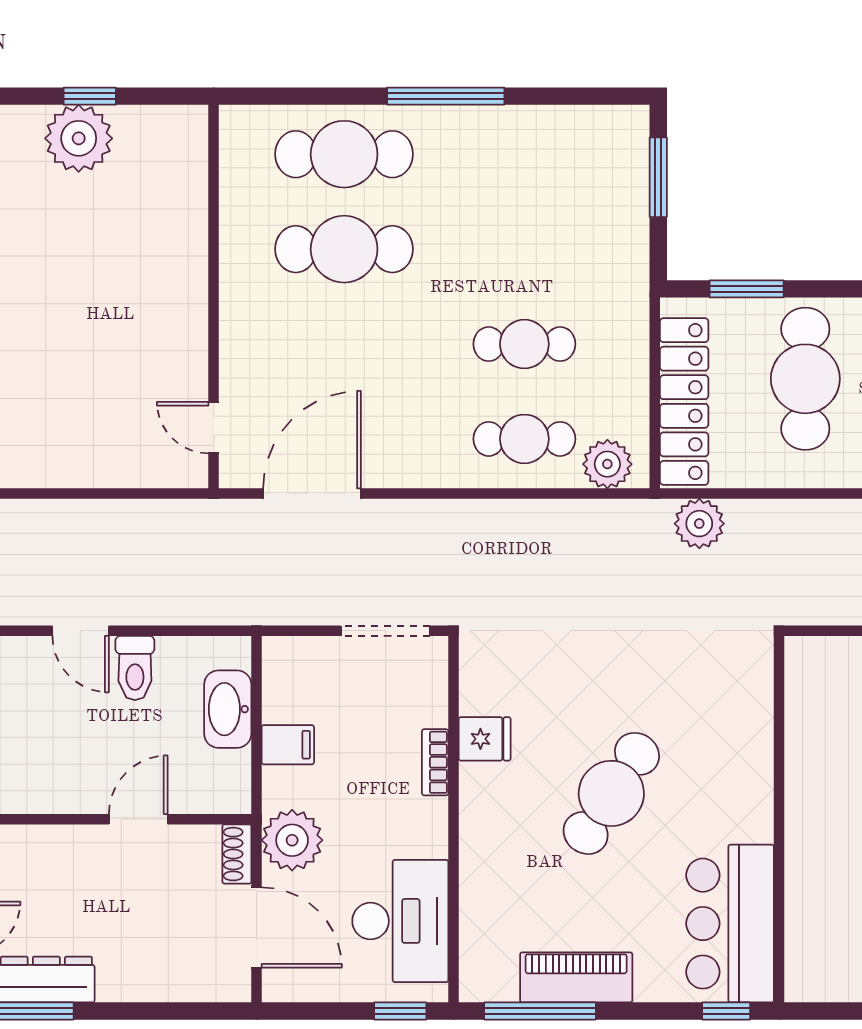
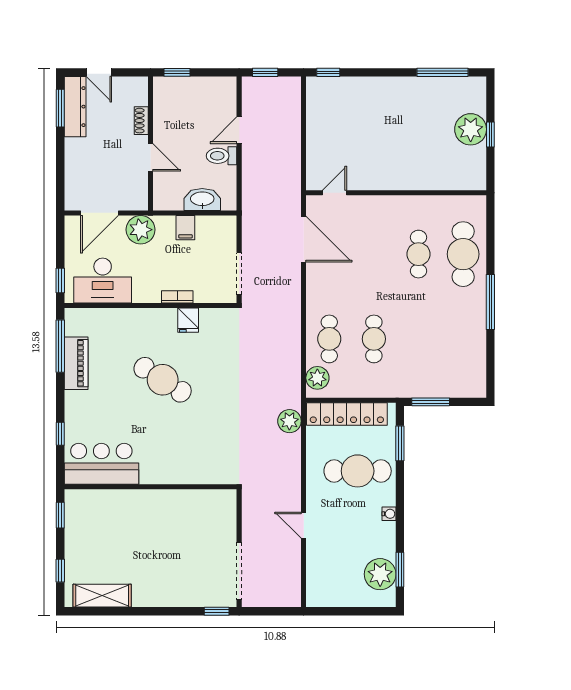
window: (658, 177) -> (431, 402), moved
cafe table: (344, 249) -> (418, 254), width x0.73, depth x0.74
wall: (779, 819) -> (150, 487), moved
shoe rack: (237, 854) -> (141, 121), moved, turned -90
bar counter: (730, 924) -> (101, 464), moved

